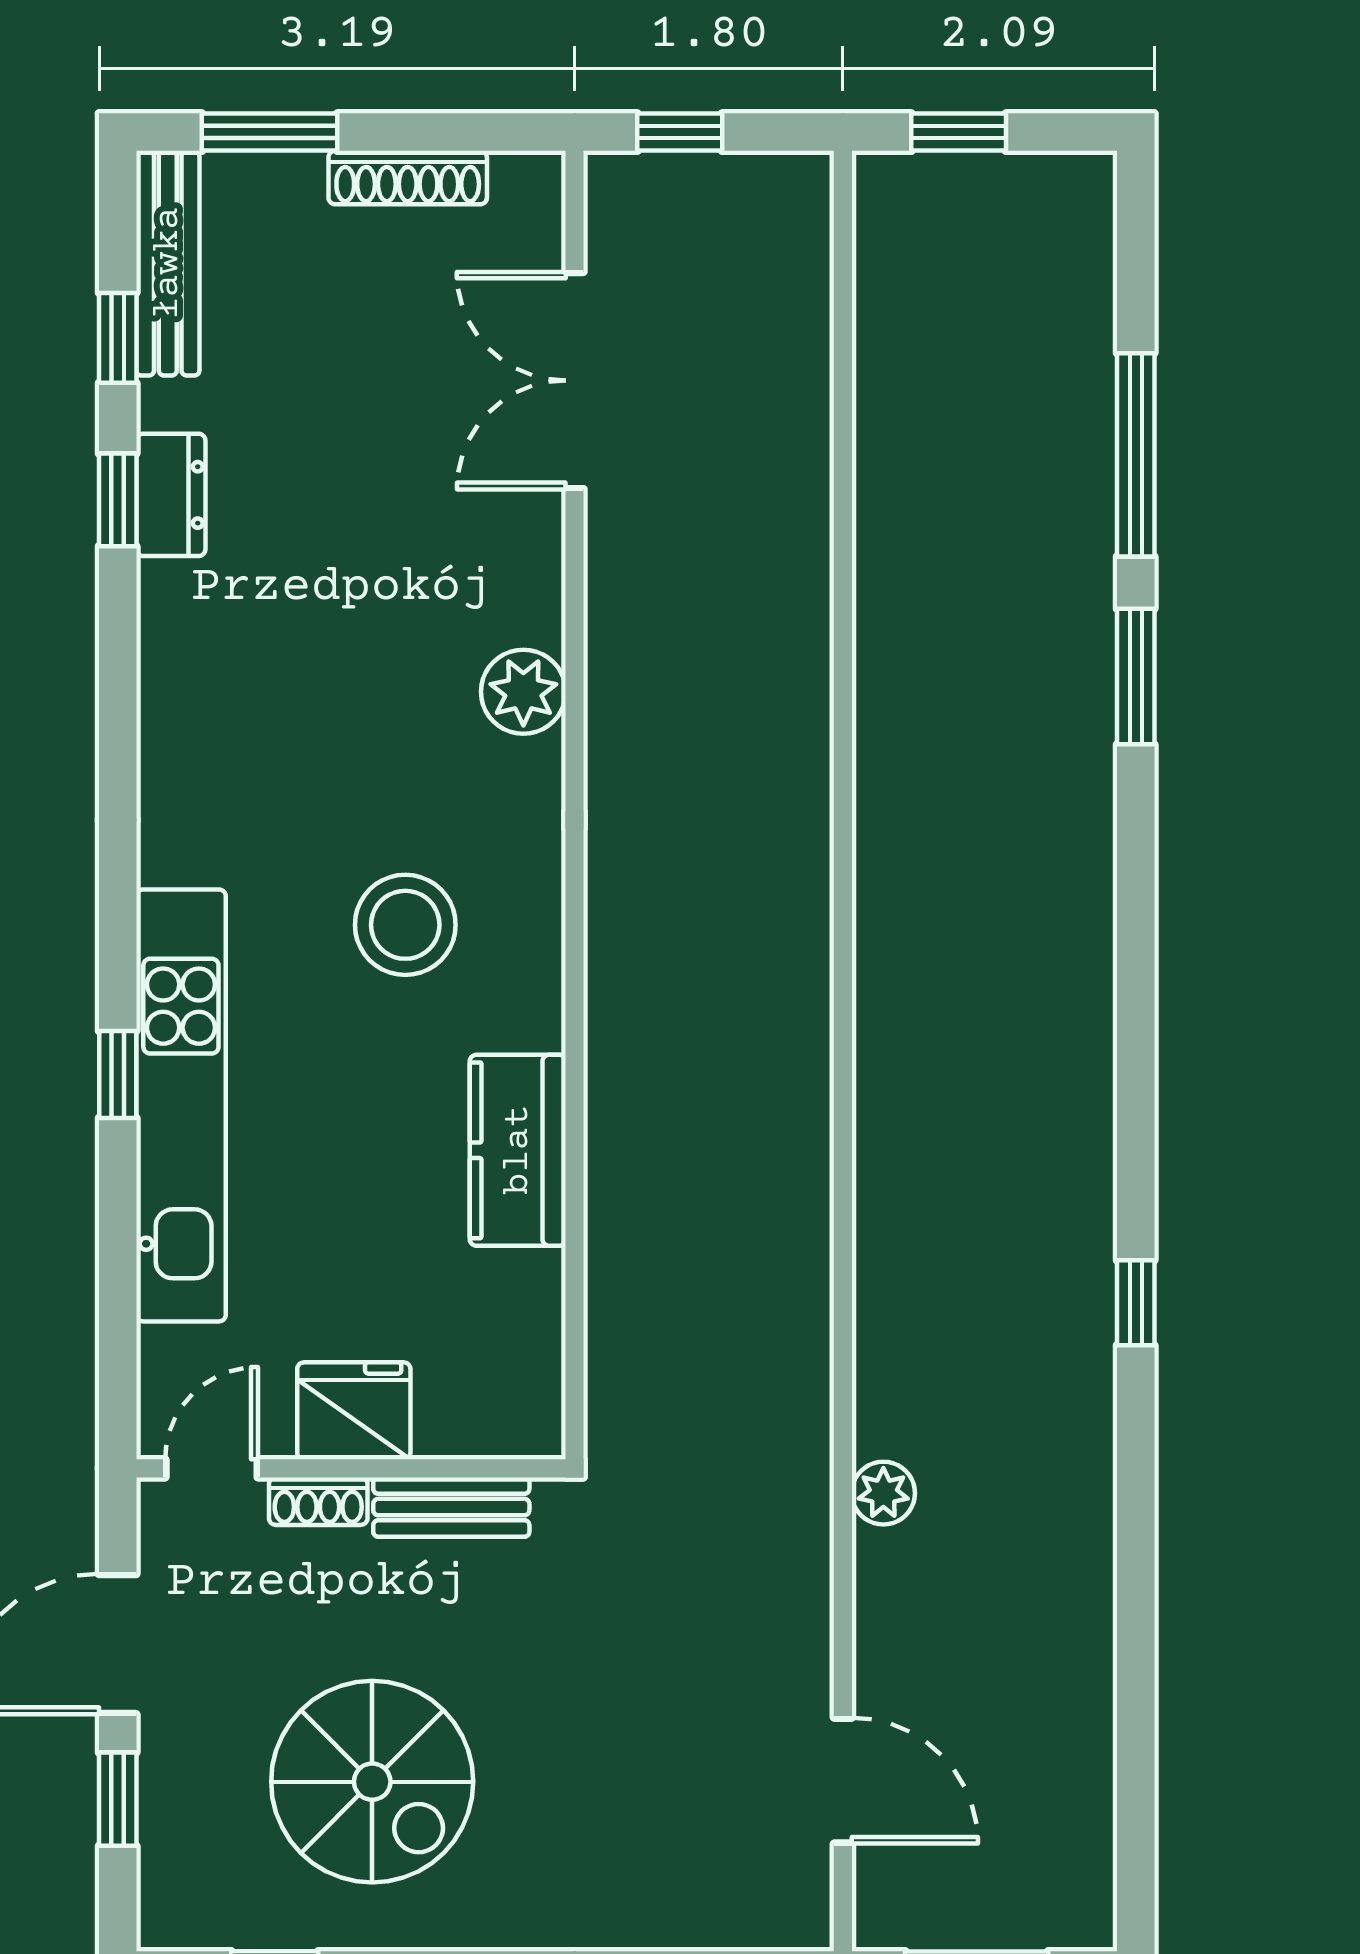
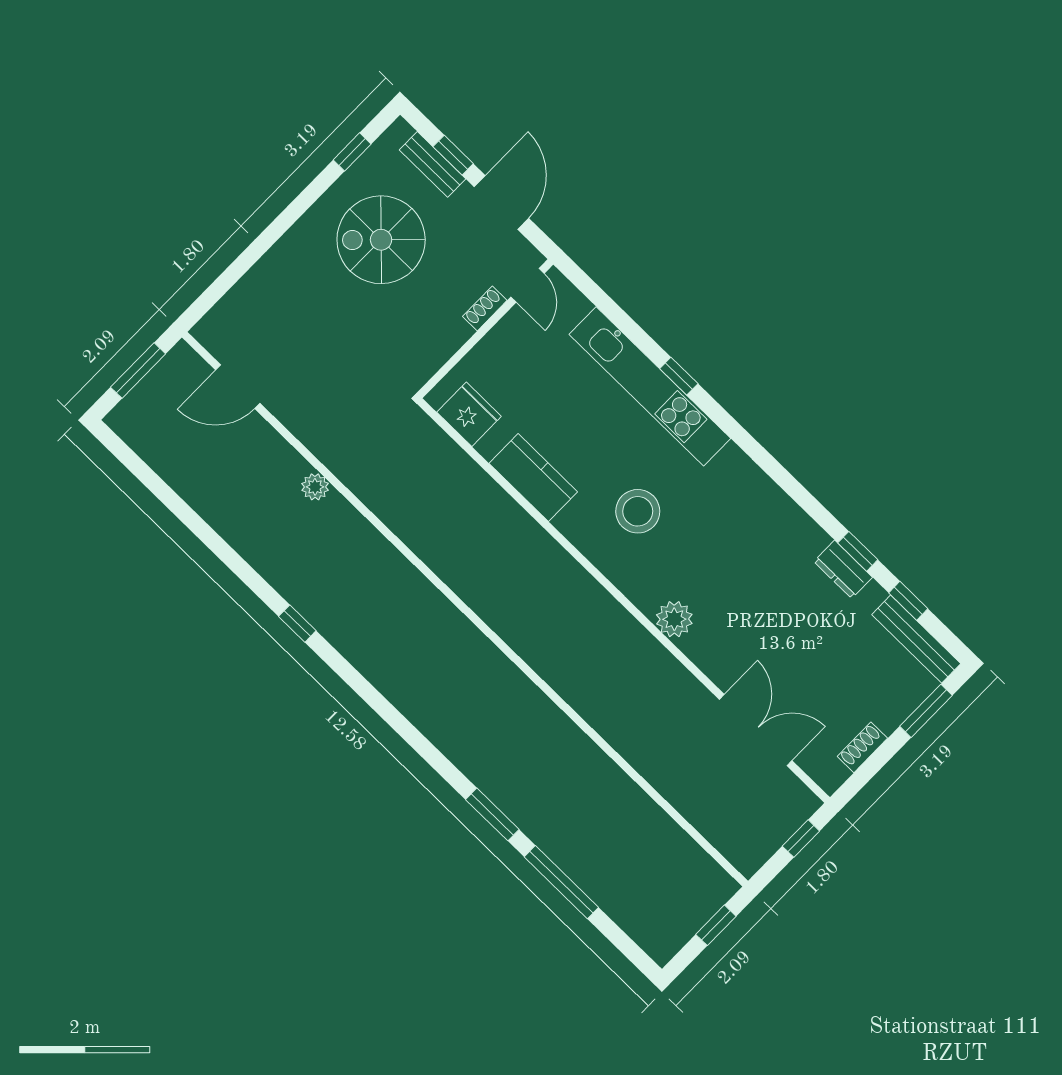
shoe rack: (408, 178) -> (862, 747), width x0.70
fridge: (354, 1411) -> (469, 414), moved, turned -90
bench: (451, 1507) -> (432, 164), moved, turned 90

